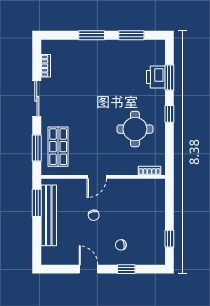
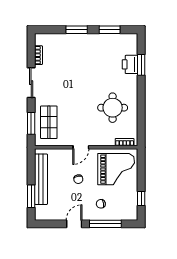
window: (169, 114) -> (141, 95), removed
window: (37, 203) -> (31, 196), moved
grand piano: (139, 203) -> (116, 169), added
door: (89, 269) -> (74, 224), hinge flipped
window: (126, 269) -> (105, 224), width x2.17

